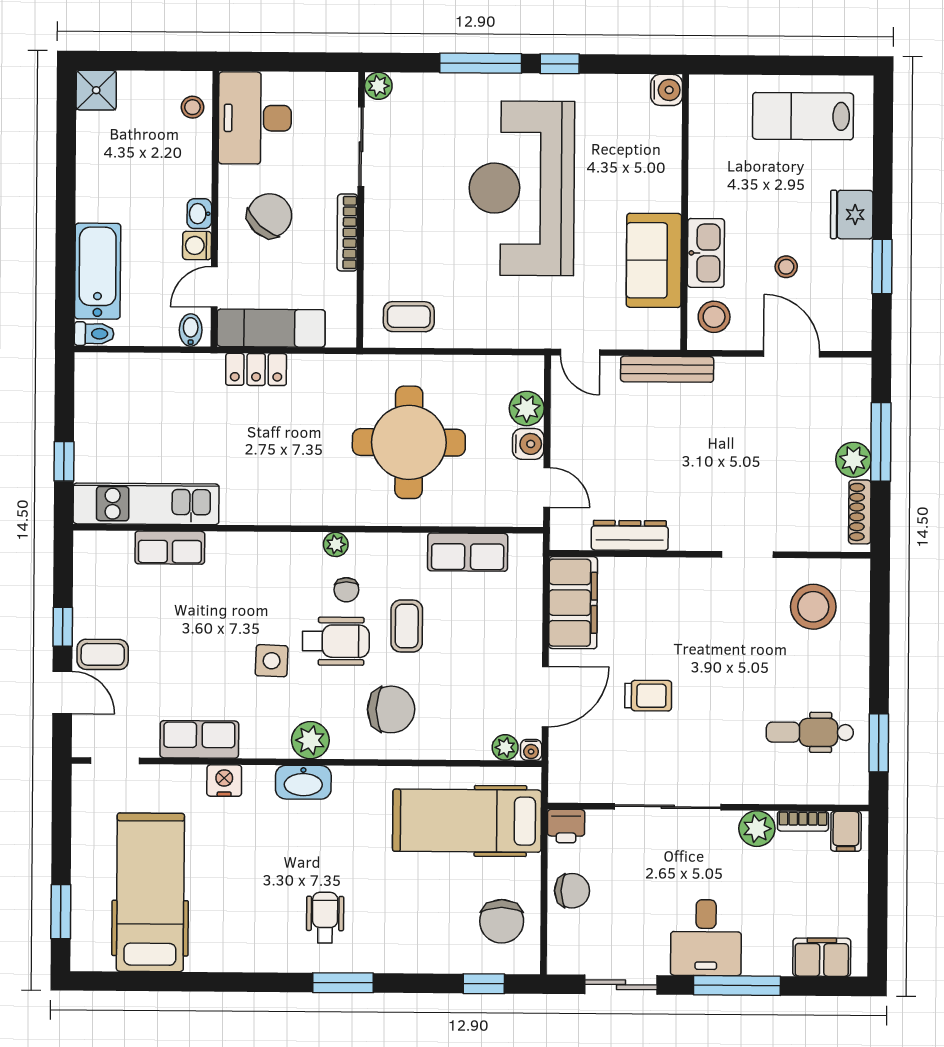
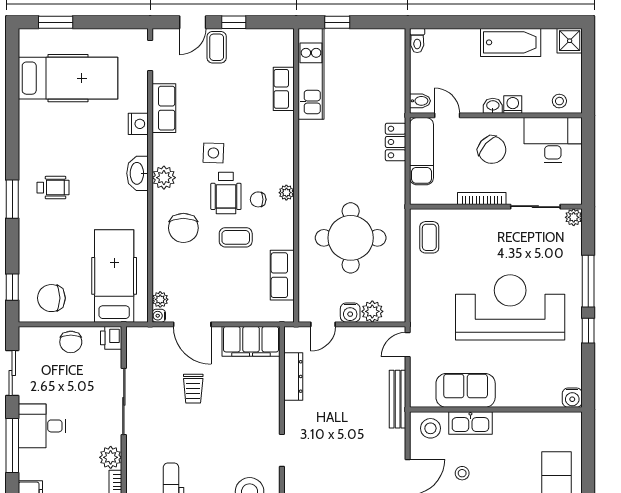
washing machine: (197, 245) -> (513, 105), moved
bathtub: (98, 271) -> (511, 42), moved

